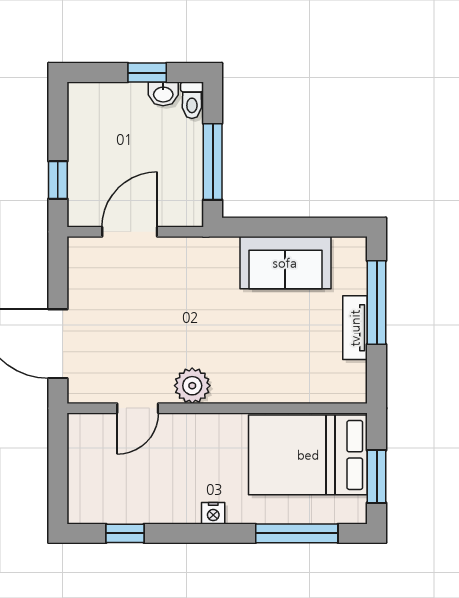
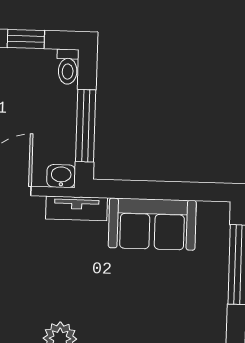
washbasin: (163, 94) -> (61, 176), moved, turned 180
tv unit: (355, 328) -> (77, 208), moved, turned -90

